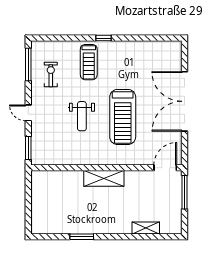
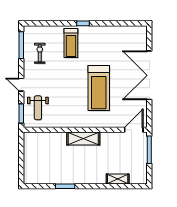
weight bench: (82, 116) -> (38, 108), moved

